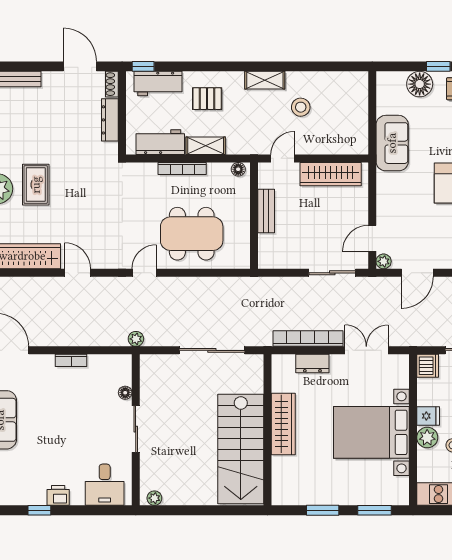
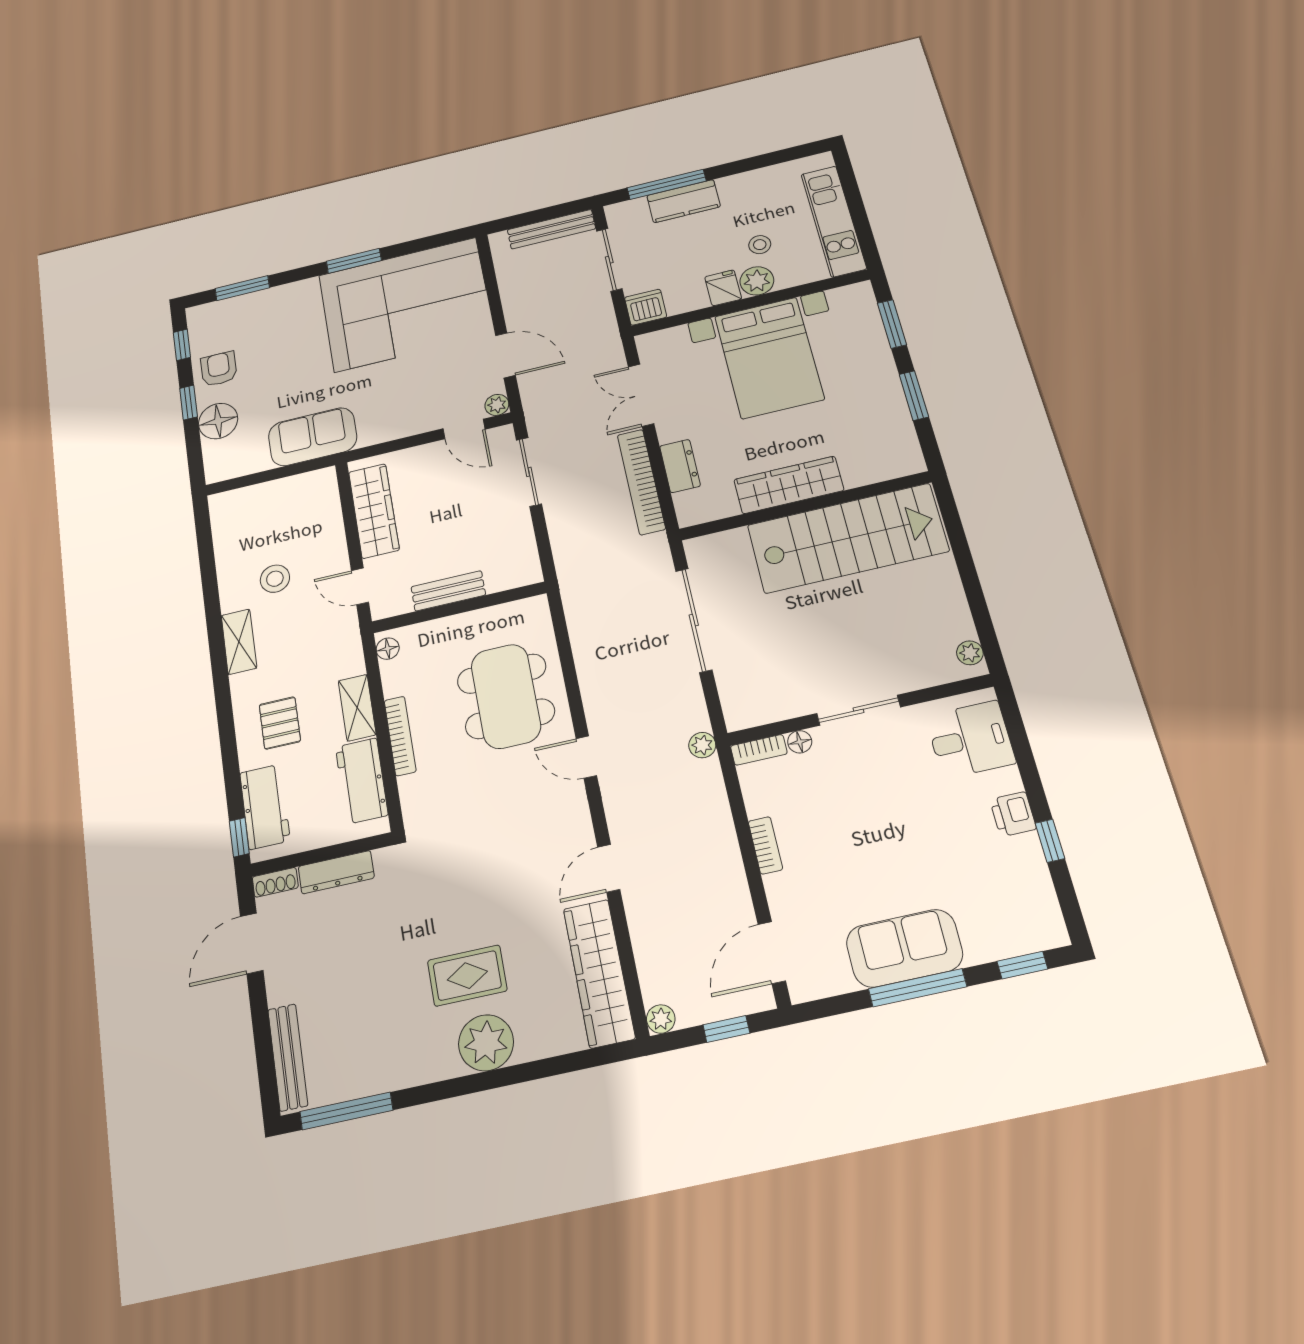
bookcase: (126, 369) -> (759, 750), added

